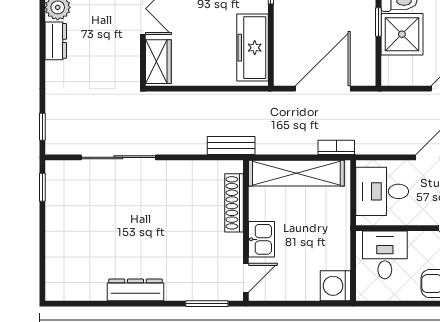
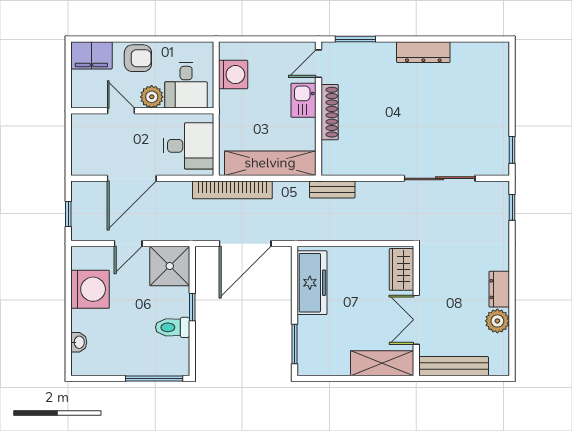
shower: (402, 34) -> (170, 266), moved
bookcase: (336, 147) -> (232, 190), width x2.31, depth x1.31
shoe rack: (234, 203) -> (330, 112), moved
plant: (421, 243) -> (152, 97), added
washing machine: (335, 286) -> (233, 75), moved

